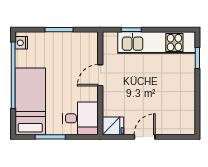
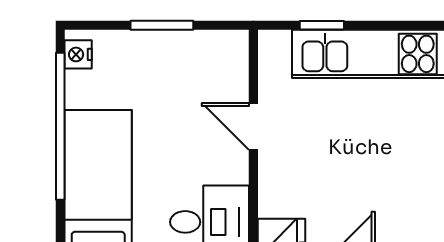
door: (100, 75) -> (253, 126), hinge flipped

